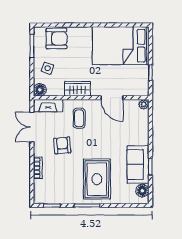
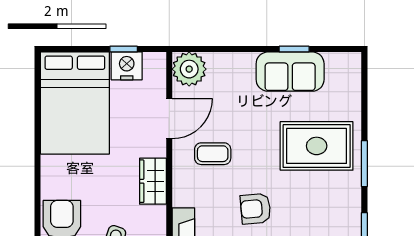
nightstand: (141, 74) -> (127, 66), added
plant: (144, 104) -> (189, 69), width x1.87, depth x1.87
coffee table: (79, 118) -> (213, 154), moved
floor lamp: (142, 191) -> (338, 64), removed

